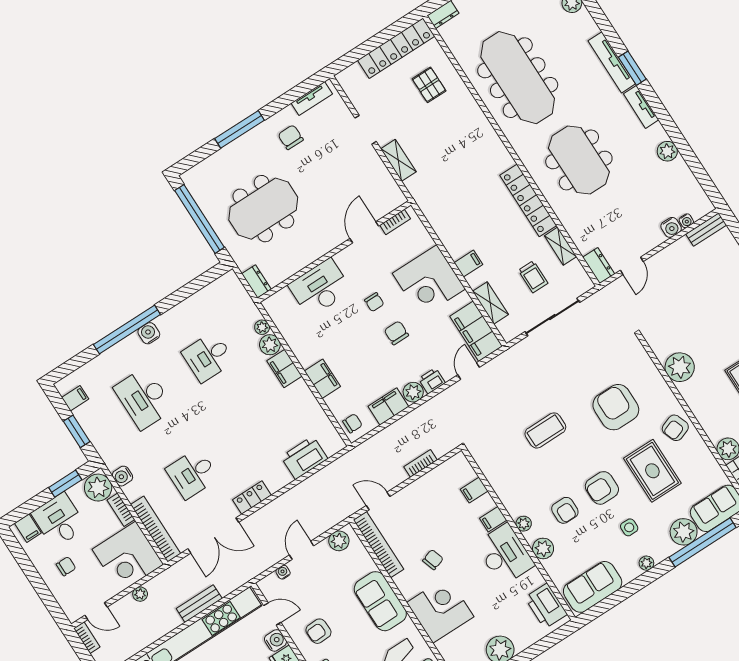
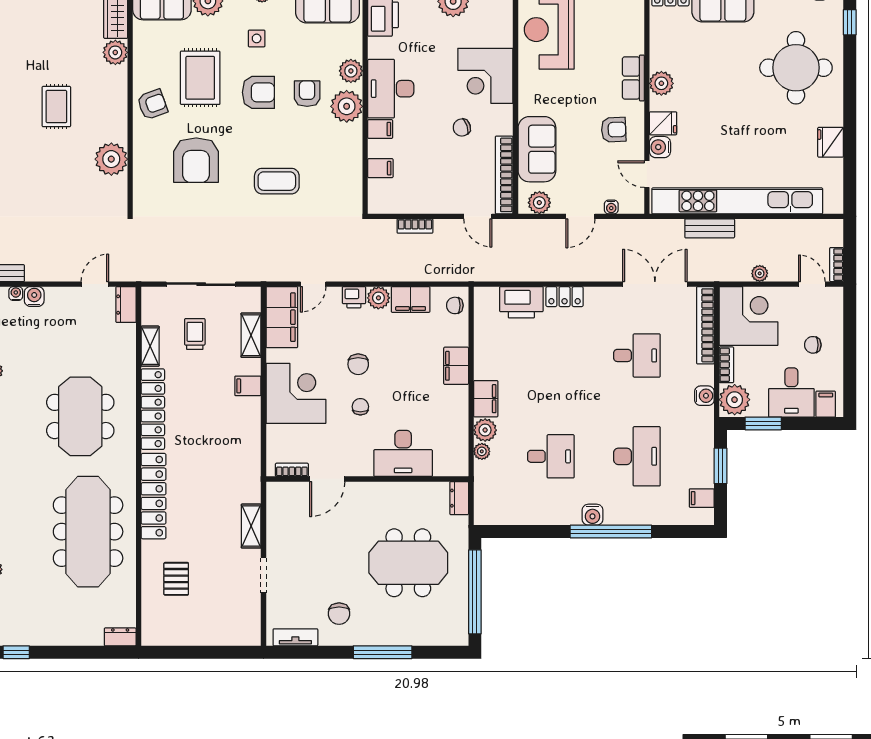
locker: (396, 48) -> (154, 496), moved, turned 90
locker: (252, 497) -> (565, 297), moved
plant: (524, 524) -> (347, 106), width x1.88, depth x1.88
sofa: (380, 601) -> (537, 149), moved

